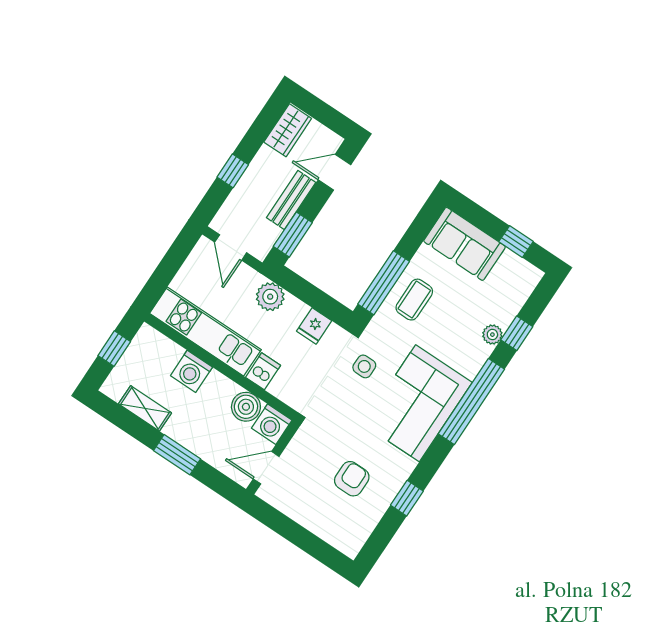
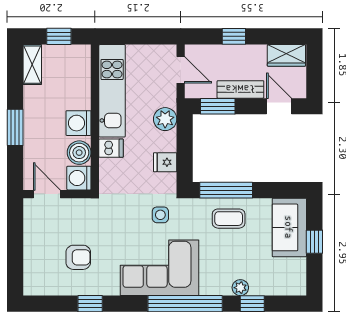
window: (516, 242) -> (314, 242), moved
door: (231, 247) -> (181, 70), swing flipped
washing machine: (191, 371) -> (78, 123), moved
shelving: (145, 408) -> (32, 65), moved

